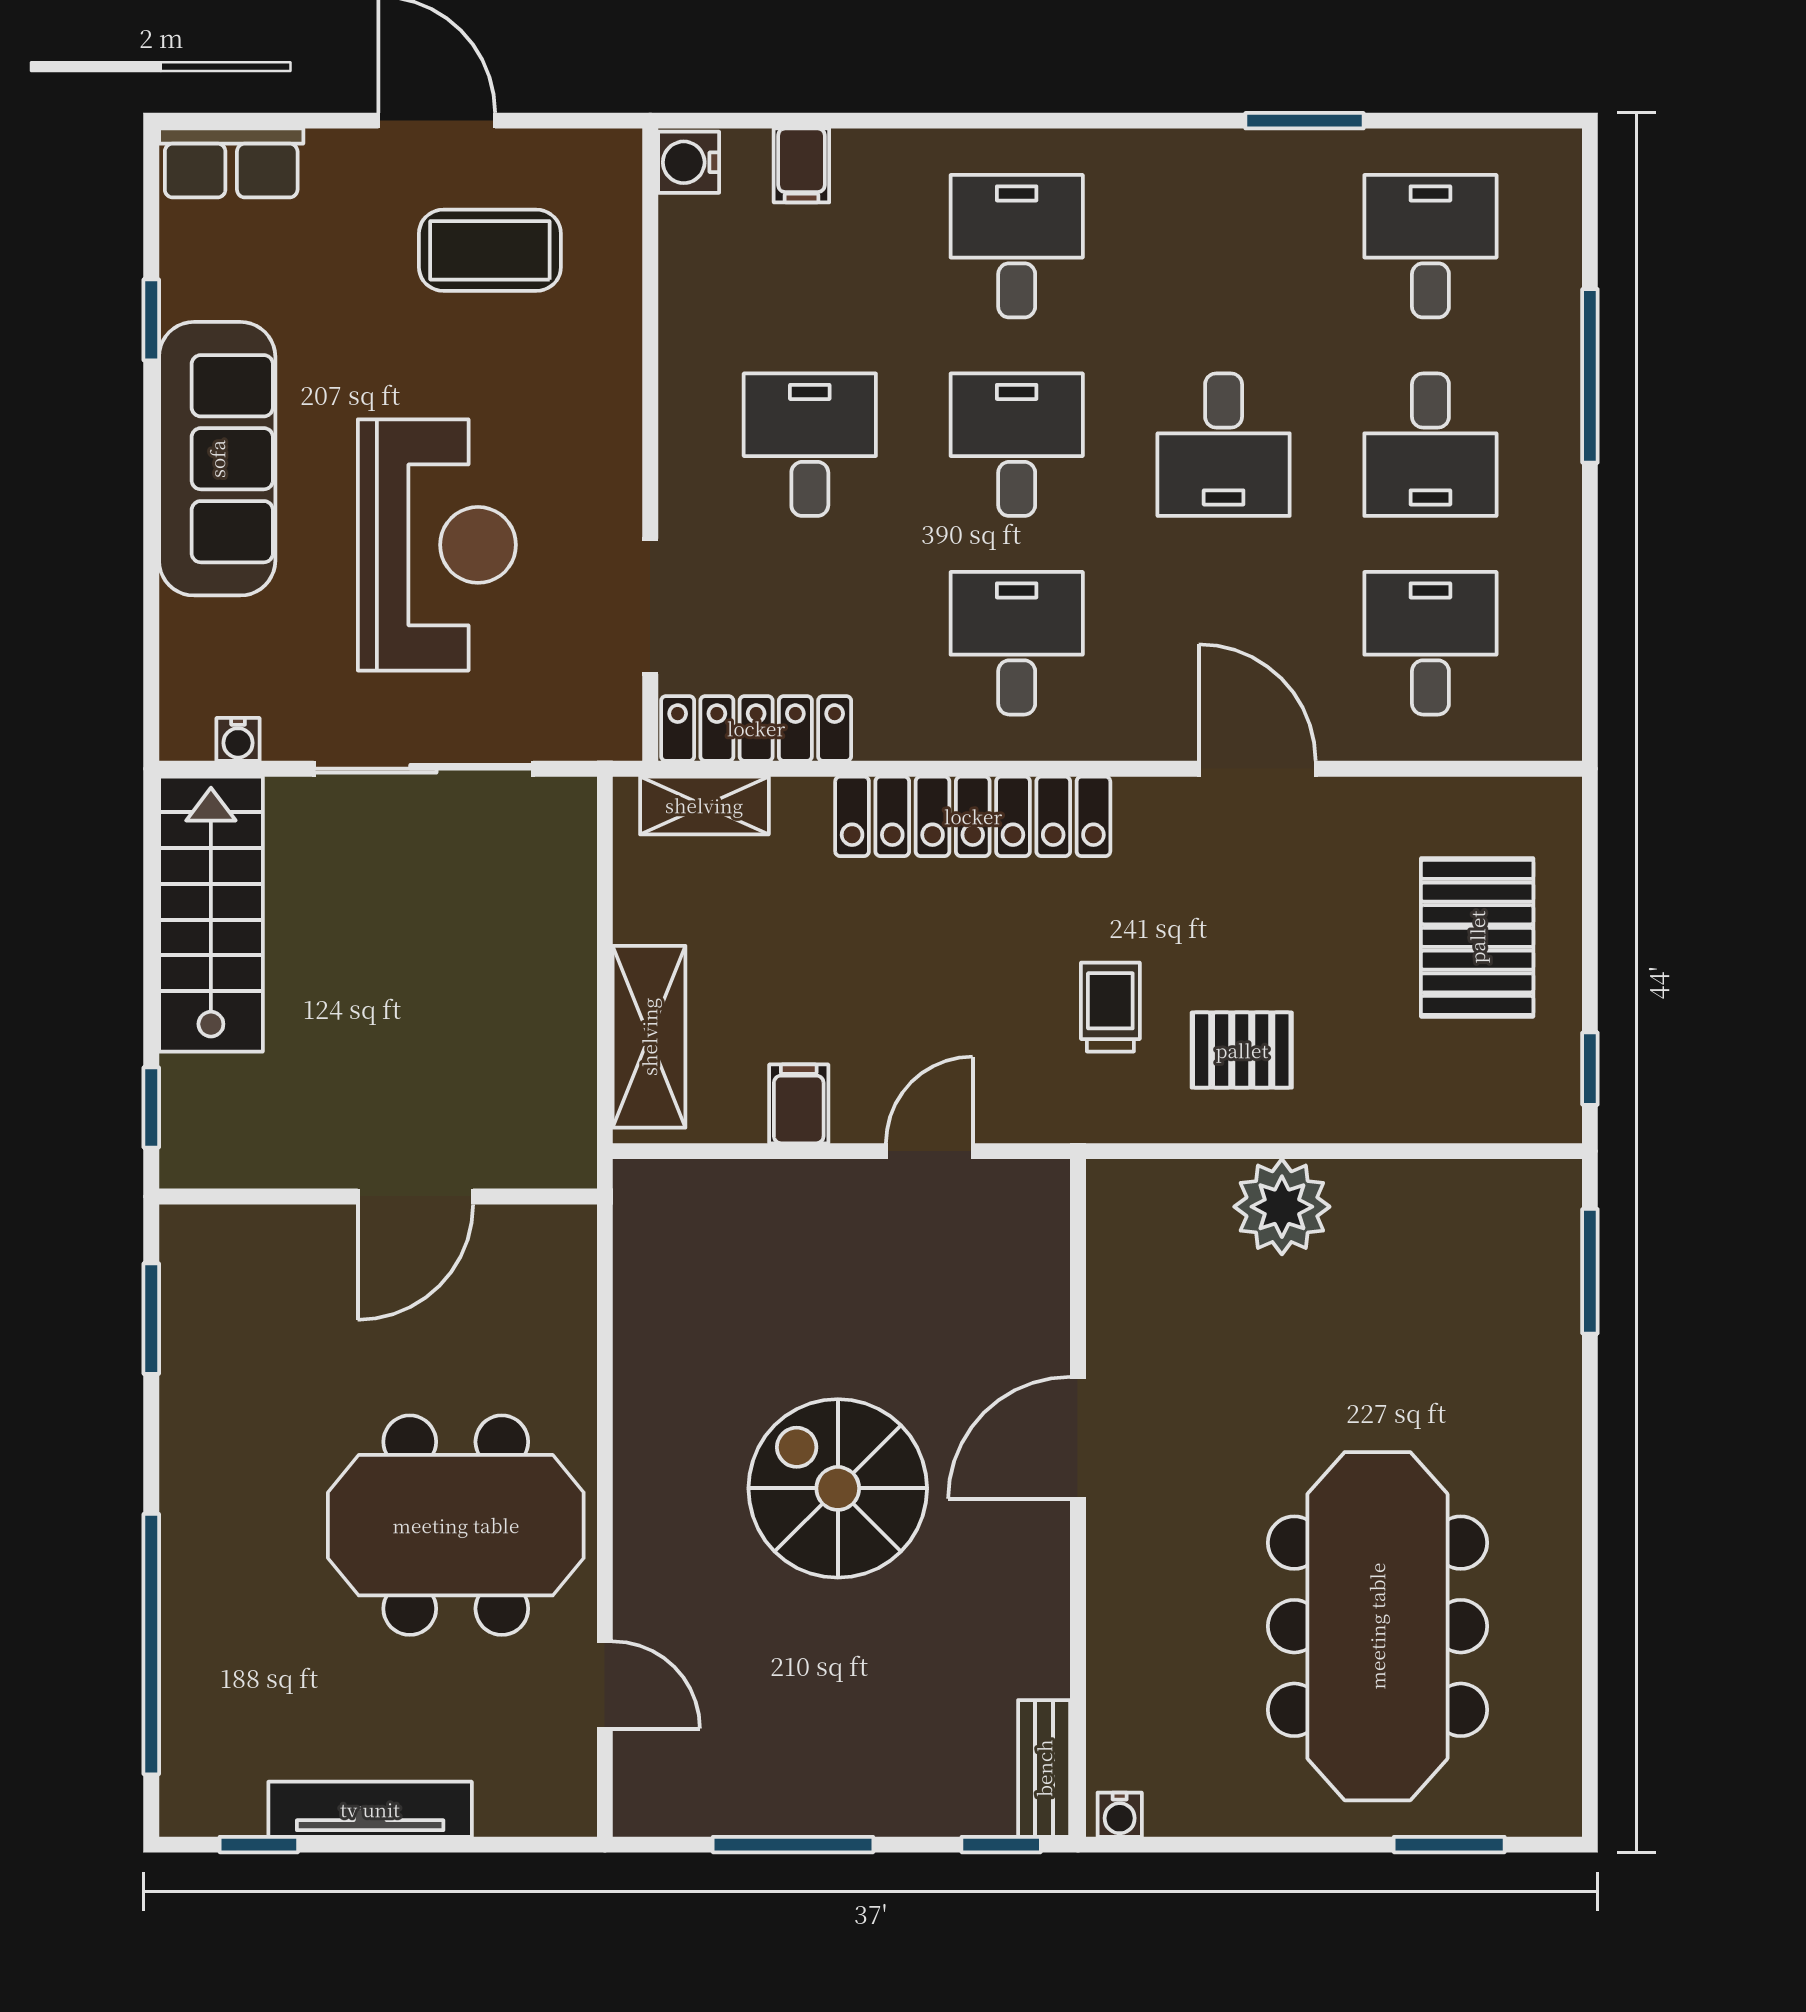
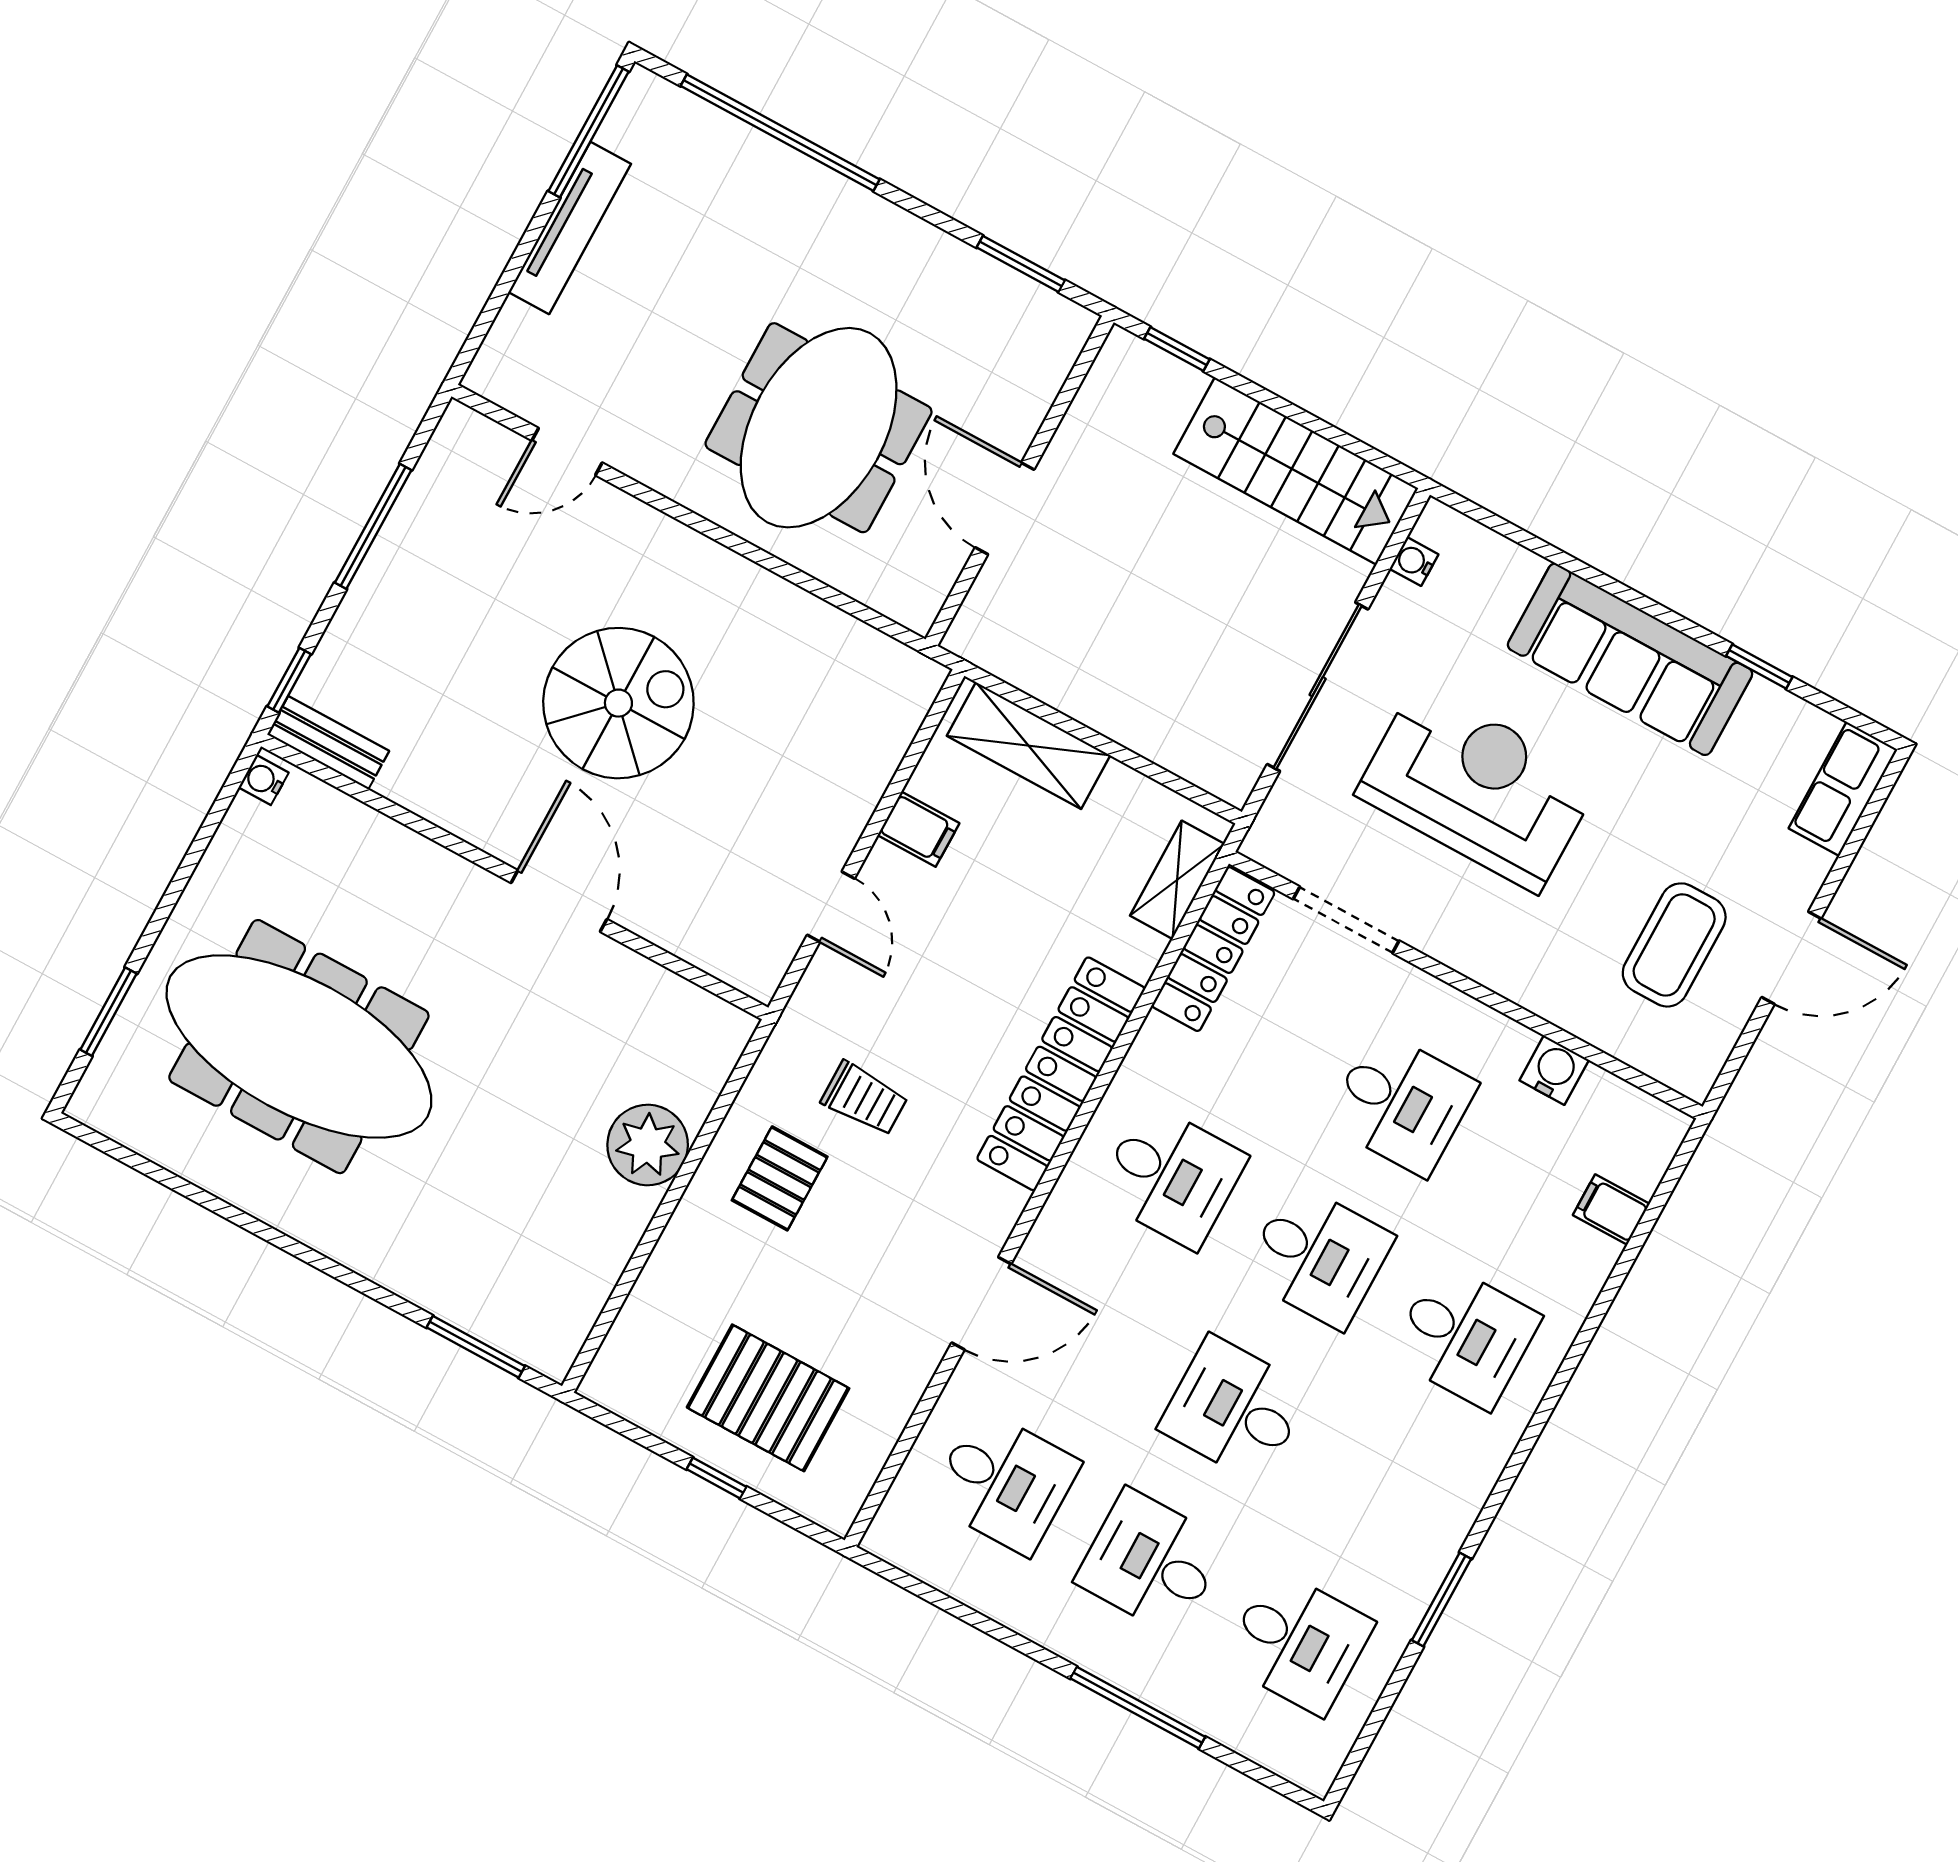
water cooler: (689, 162) -> (1554, 1070), moved
reception desk: (437, 545) -> (1478, 787), turned 180
window: (1590, 1069) -> (716, 1478), moved
meeting table: (456, 1525) -> (819, 428), moved
window: (259, 1845) -> (588, 131), width x2.17

